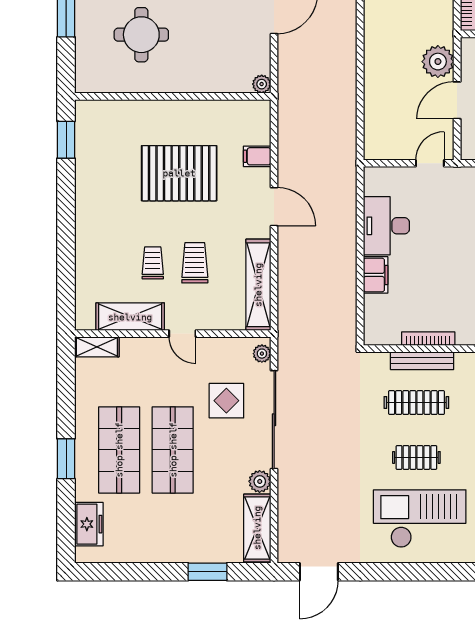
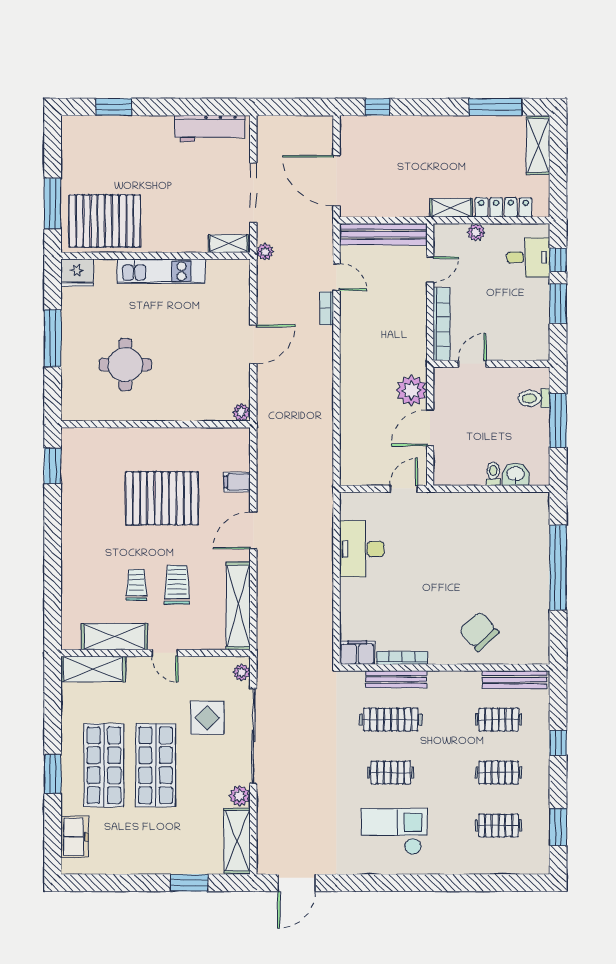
door: (274, 207) -> (253, 530), swing flipped
filing cabinet: (376, 275) -> (357, 653), moved, turned -90
shelving: (97, 347) -> (93, 669), width x1.50, depth x1.33
checkout: (420, 519) -> (394, 832), width x0.73, depth x0.83

